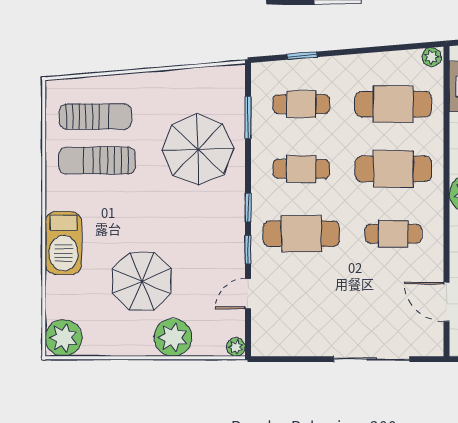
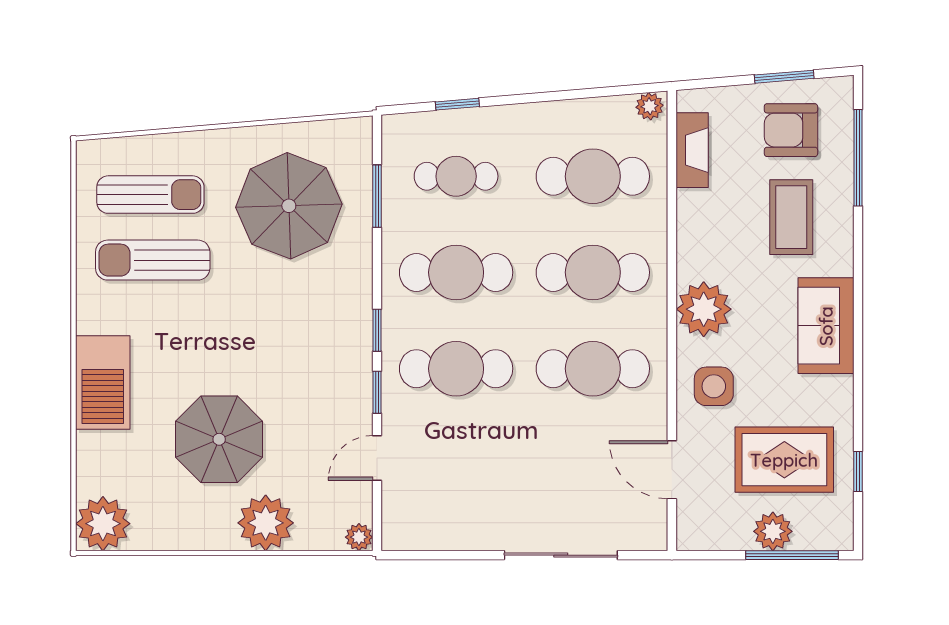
parasol: (198, 150) -> (289, 206), moved
cafe table: (301, 169) -> (456, 272), width x1.37, depth x1.35
cafe table: (393, 234) -> (593, 369), width x1.37, depth x1.35

